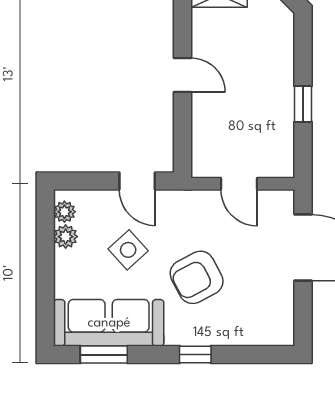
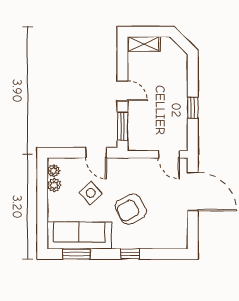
window: (183, 136) -> (122, 126), added
door: (239, 184) -> (169, 154), moved

